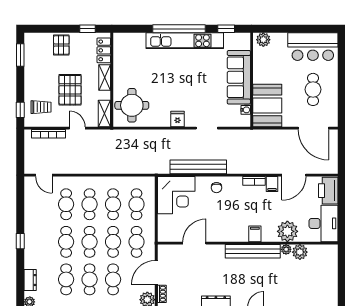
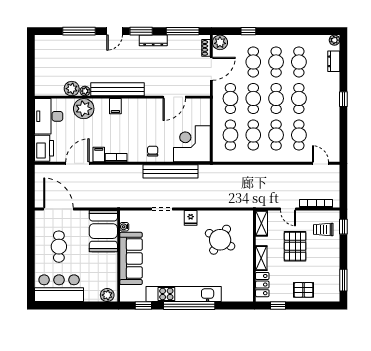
pallet: (61, 45) -> (304, 290), turned 90
round table: (132, 105) -> (220, 240), moved, turned 31

